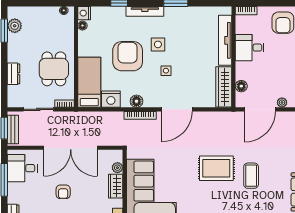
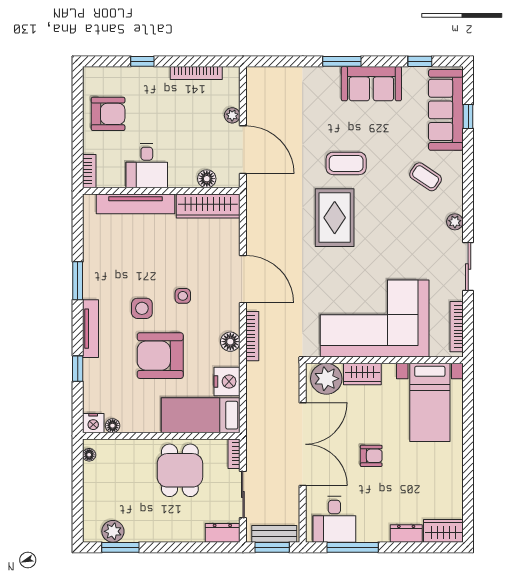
dining table: (54, 69) -> (180, 470), turned 90
dresser: (14, 74) -> (222, 533), moved
plant: (117, 168) -> (326, 379), width x1.87, depth x1.87

